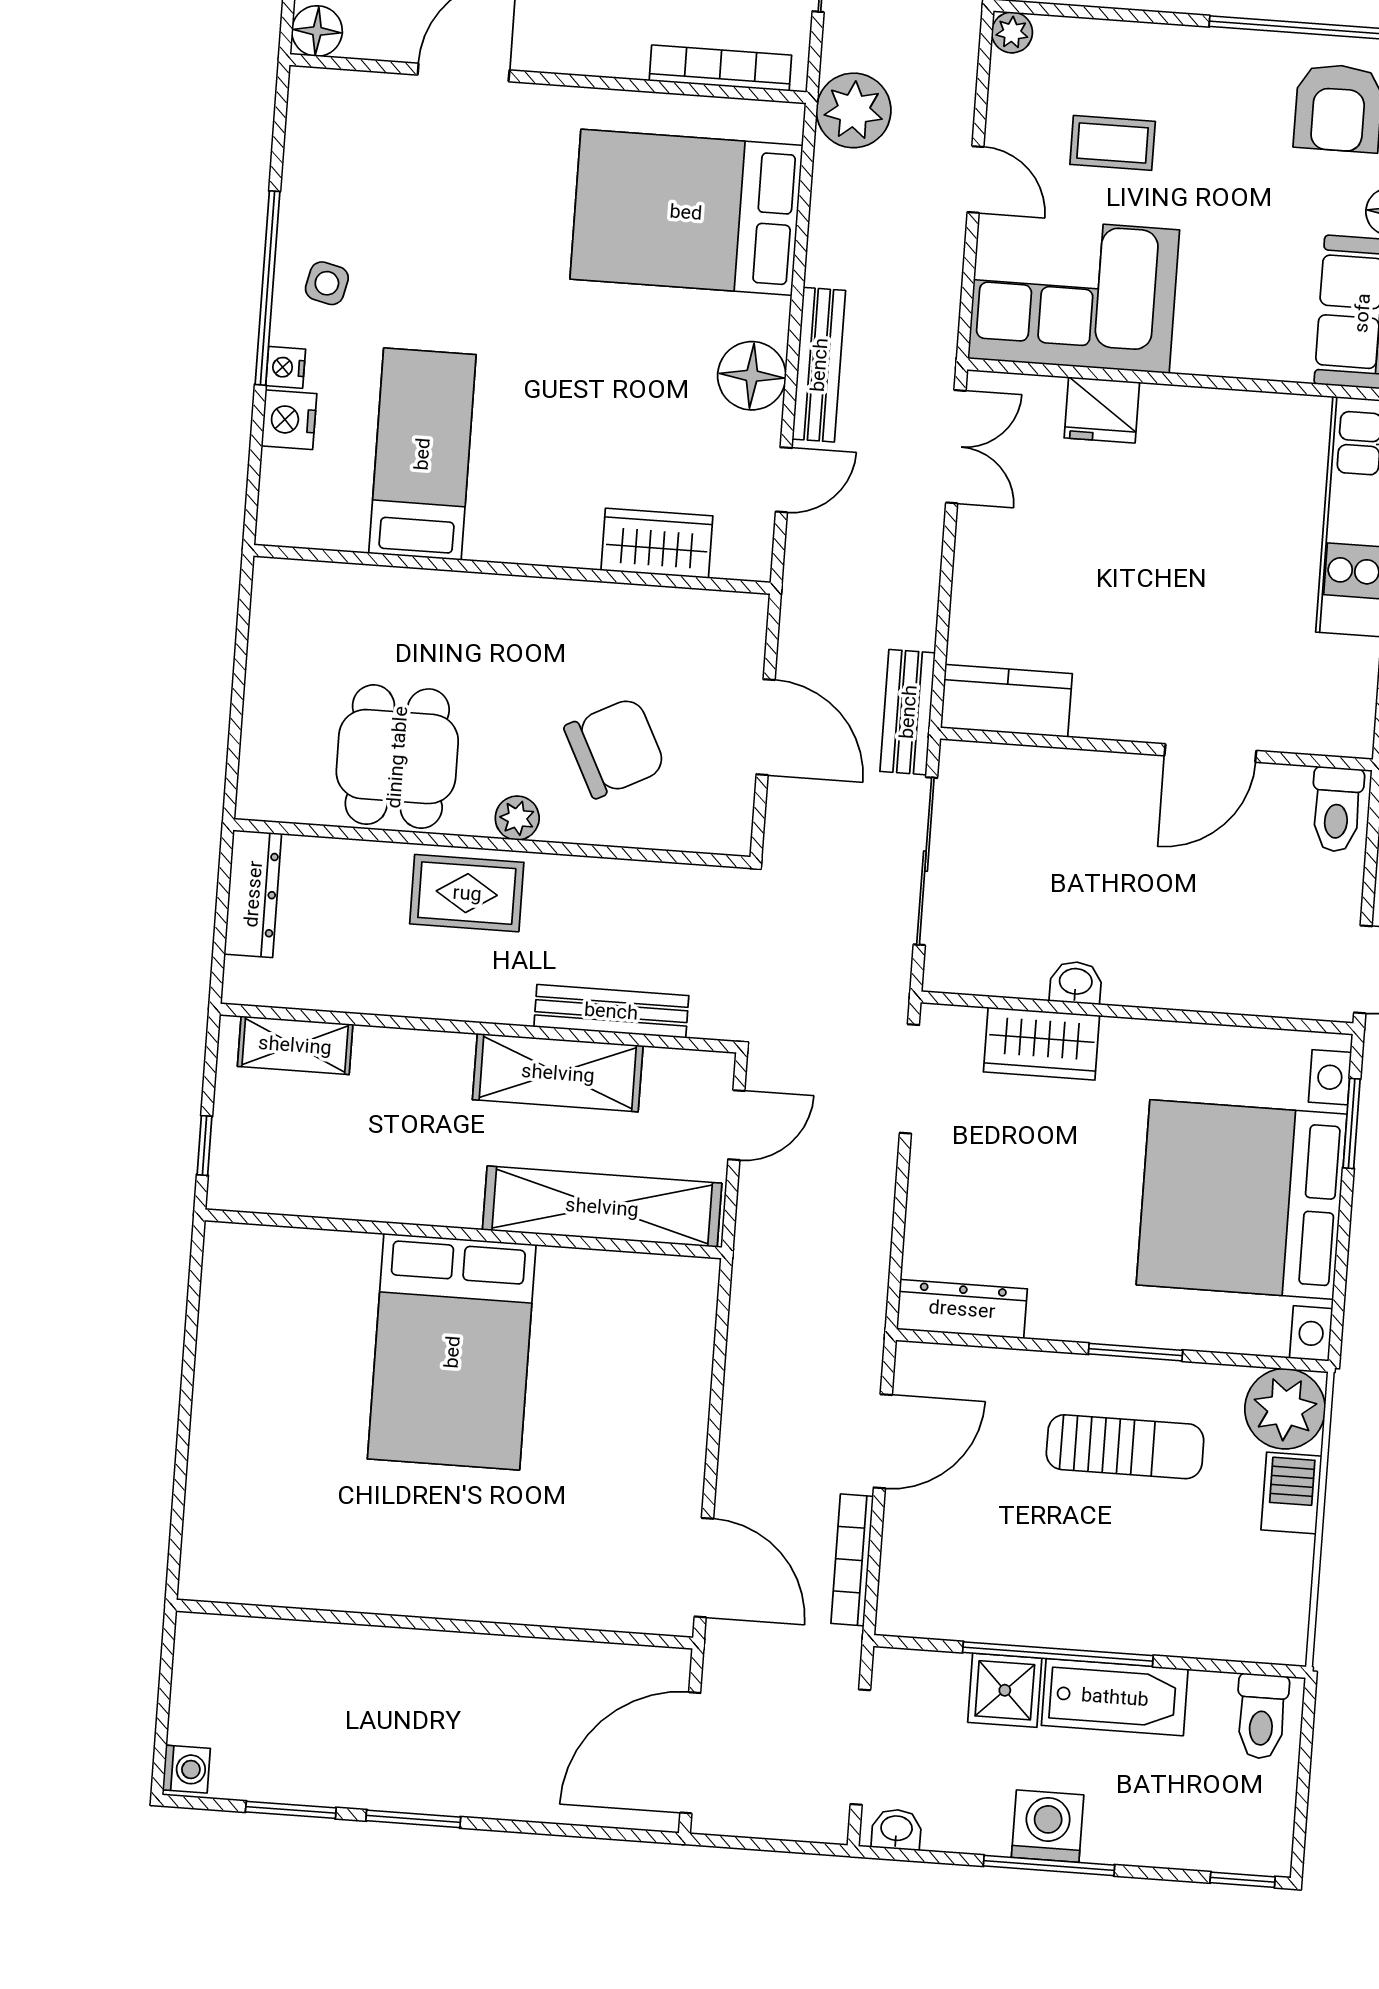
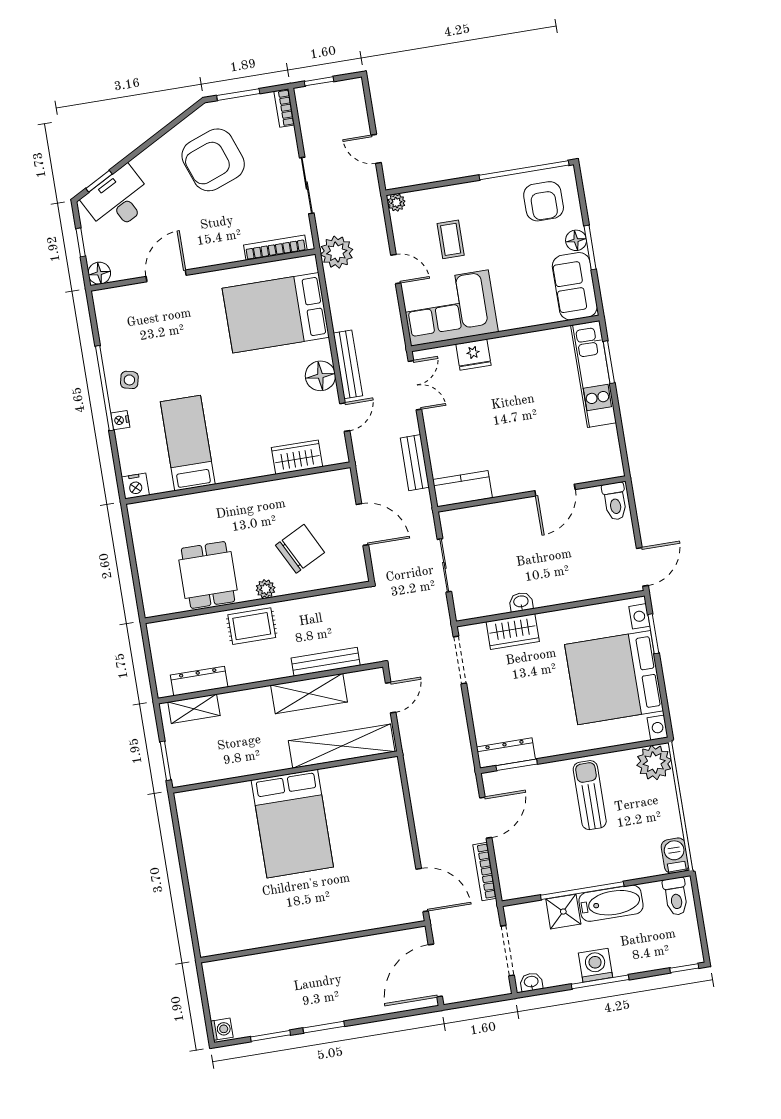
coffee table: (1113, 143) -> (451, 239), turned 90
nightstand: (289, 420) -> (135, 486), moved, turned -90
bench: (908, 712) -> (415, 463), moved
sliding door: (925, 861) -> (444, 565), width x0.73
dresser: (253, 894) -> (199, 681), moved, turned -90
window: (205, 1145) -> (166, 761), width x1.50
window: (1135, 1352) -> (517, 765), moved
sun lounger: (1125, 1447) -> (590, 795), turned -90
barbecue: (1291, 1493) -> (675, 856), moved

